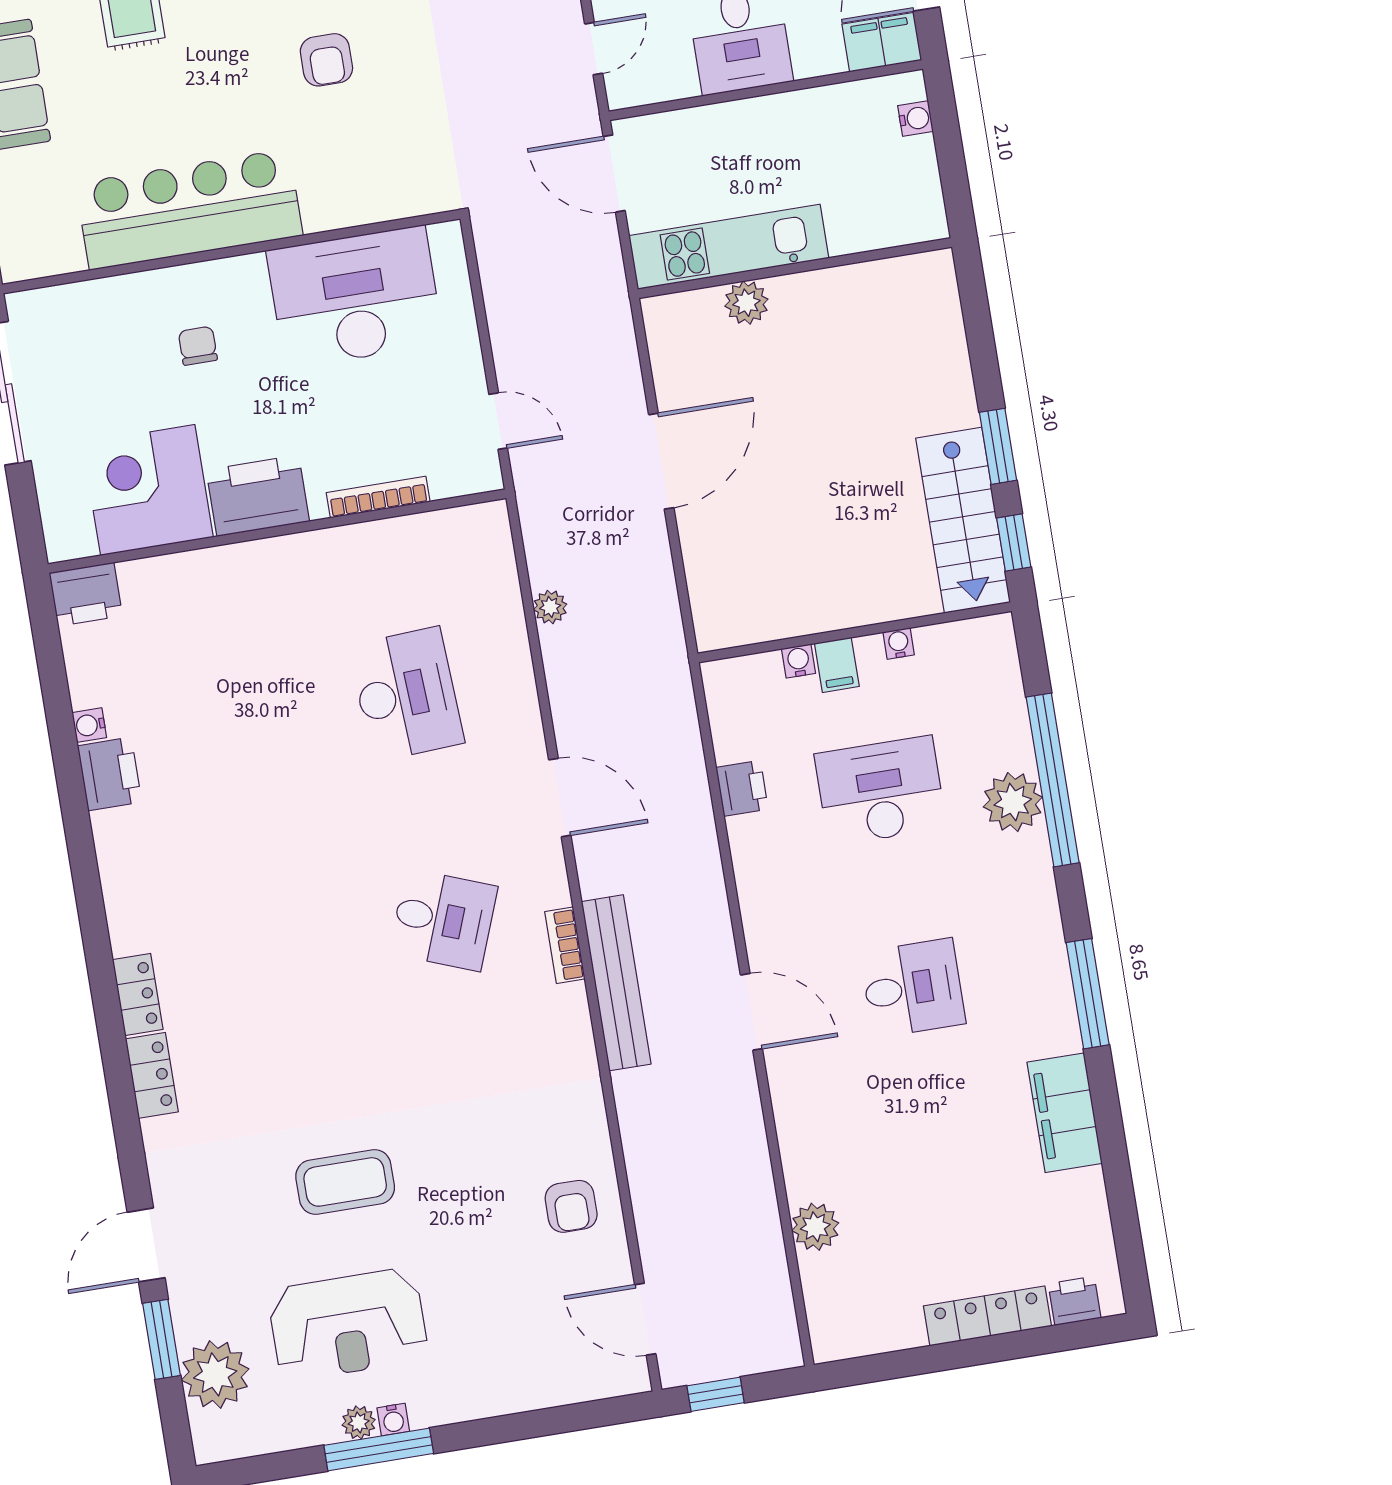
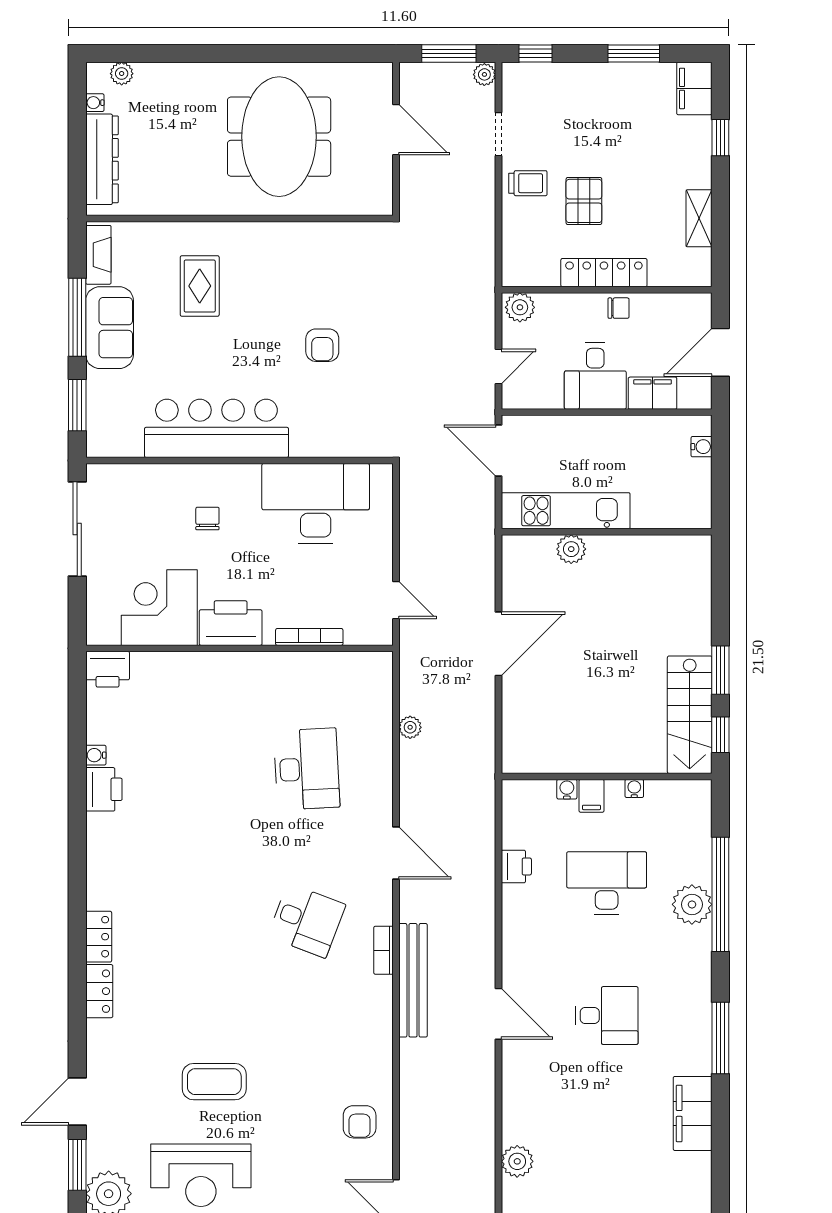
filing cabinet: (882, 42) -> (653, 393), moved

